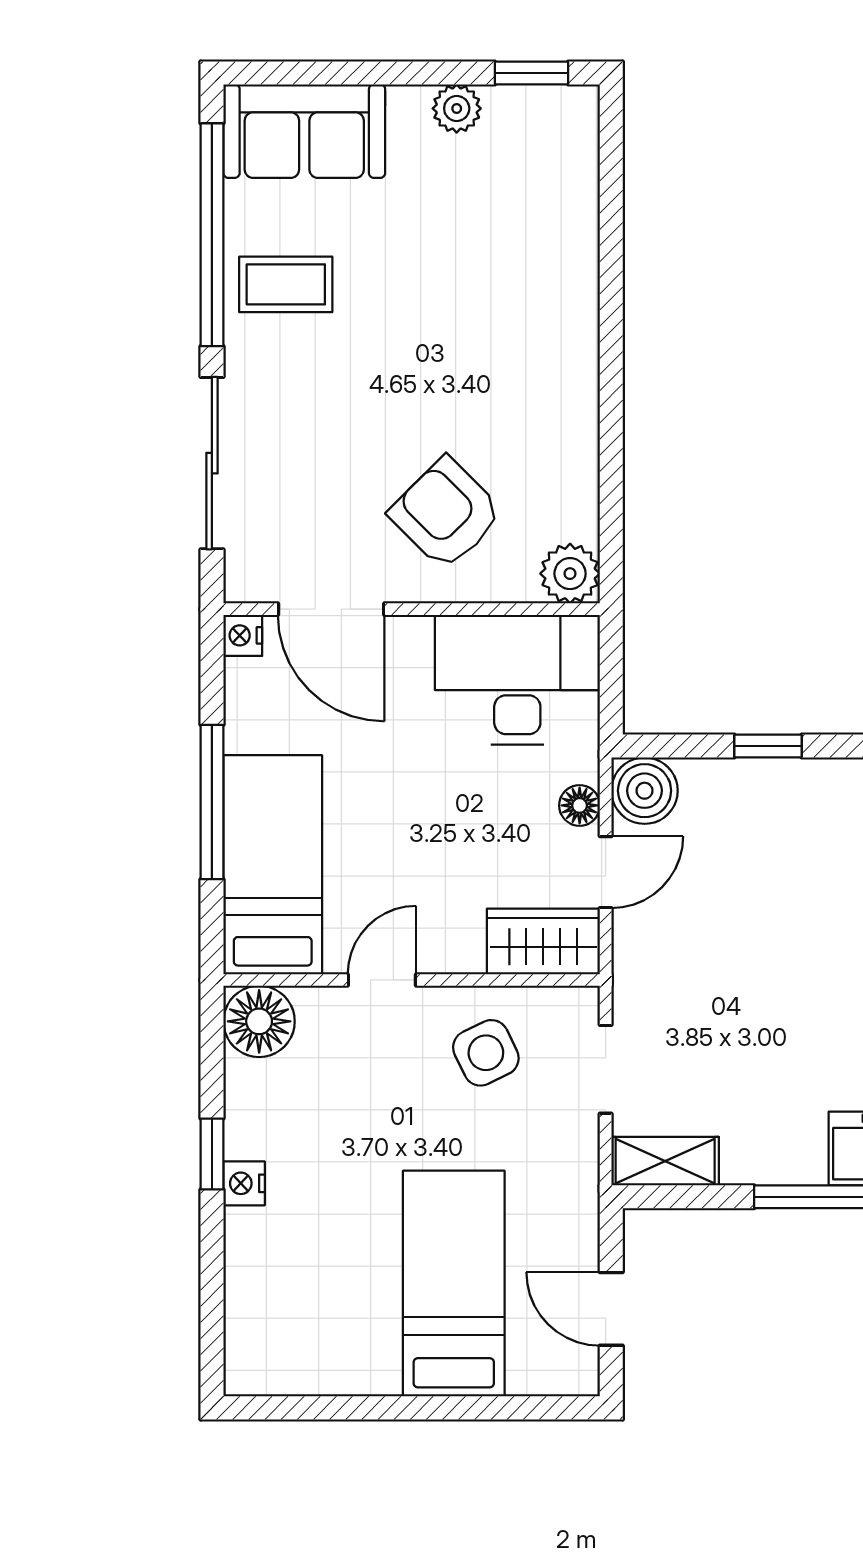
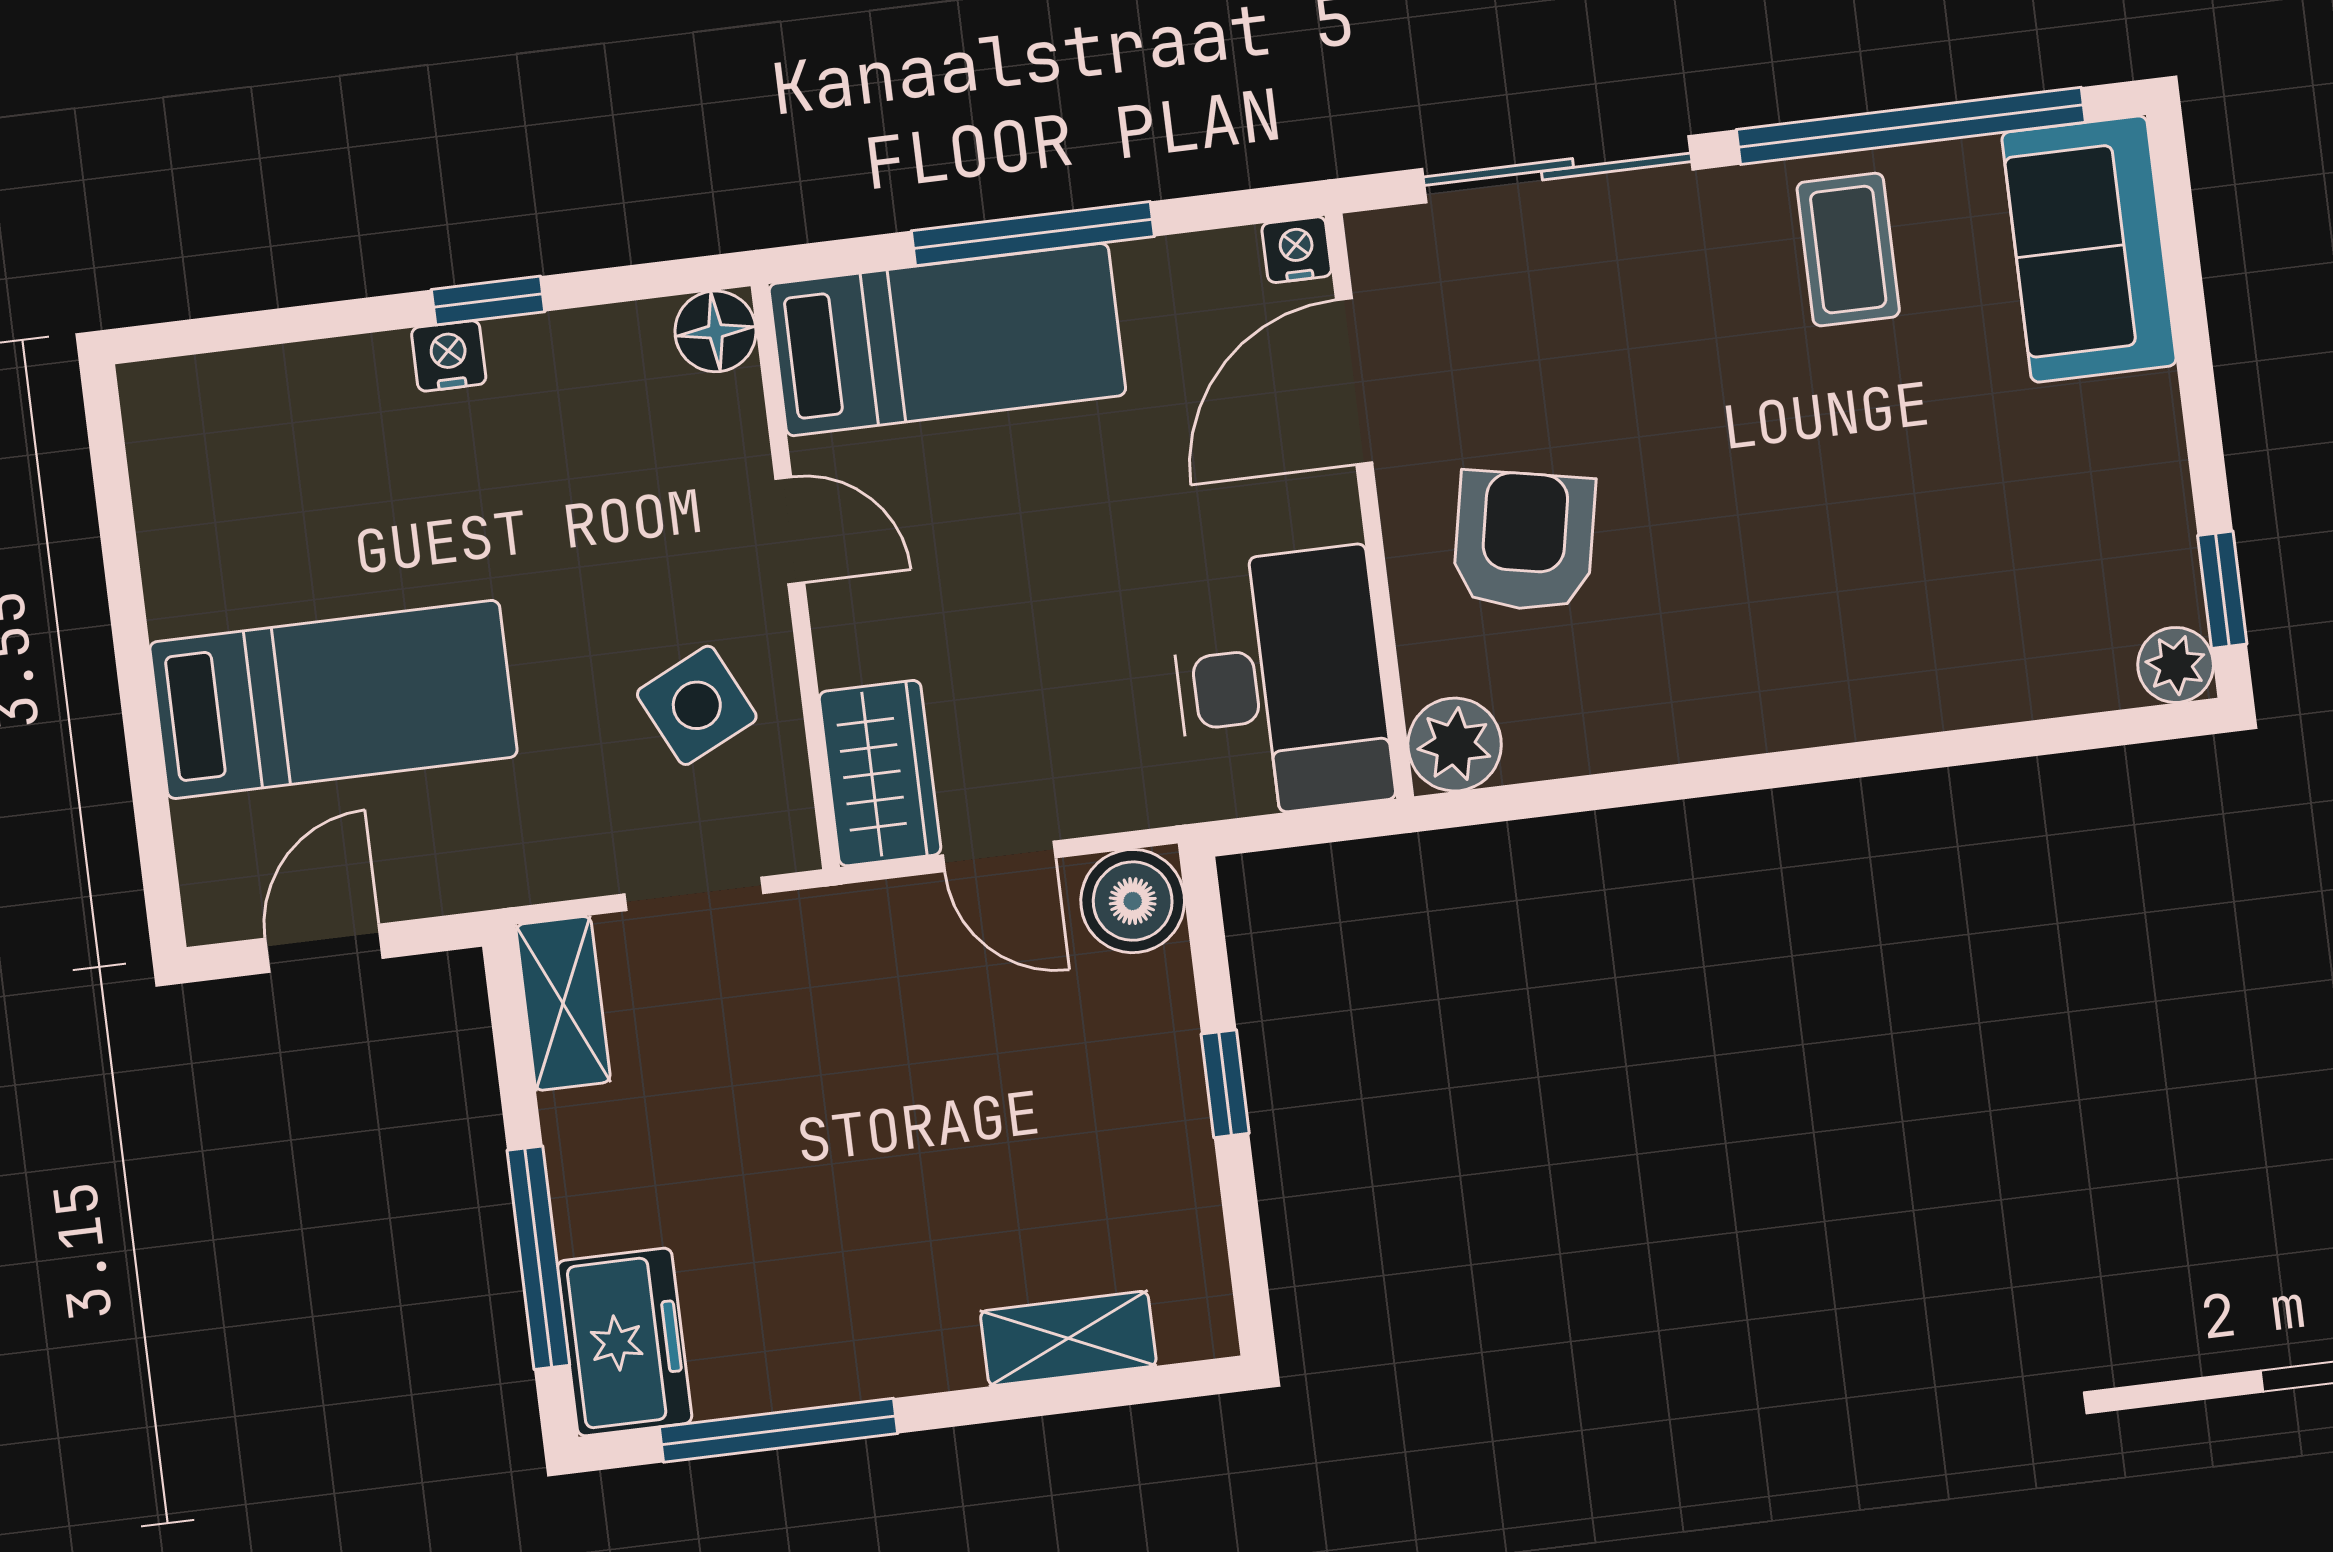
plant: (457, 108) -> (2176, 665), moved
armchair: (446, 513) -> (1524, 541), turned -34
floor lamp: (580, 805) -> (1097, 803), removed
floor lamp: (259, 1021) -> (716, 331), width x0.73, depth x0.73

